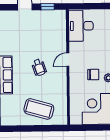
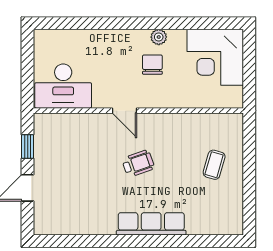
coffee table: (39, 109) -> (214, 165), width x0.54, depth x0.58

